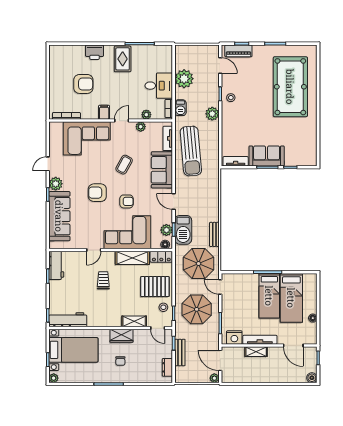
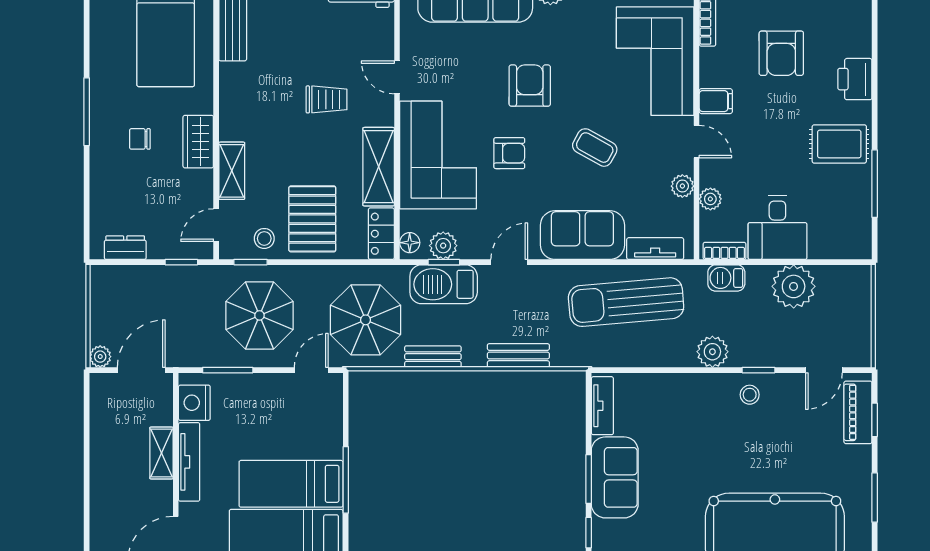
armchair: (127, 201) -> (509, 153), turned -90
bench: (180, 353) -> (518, 356), moved

